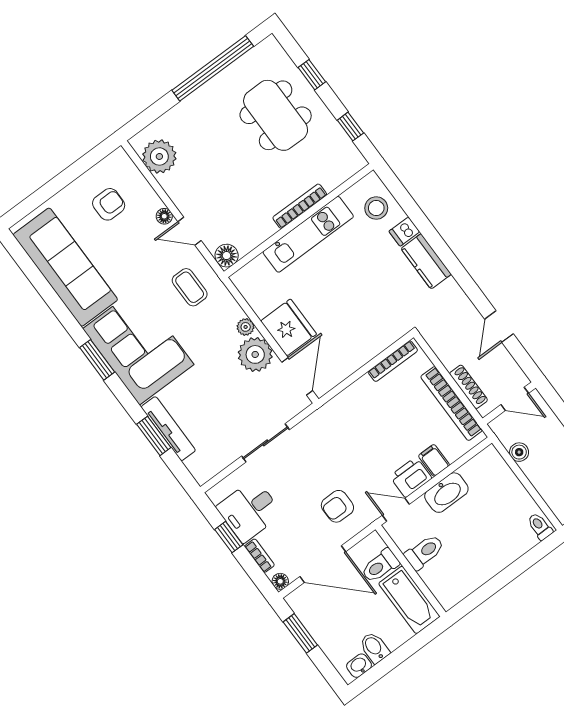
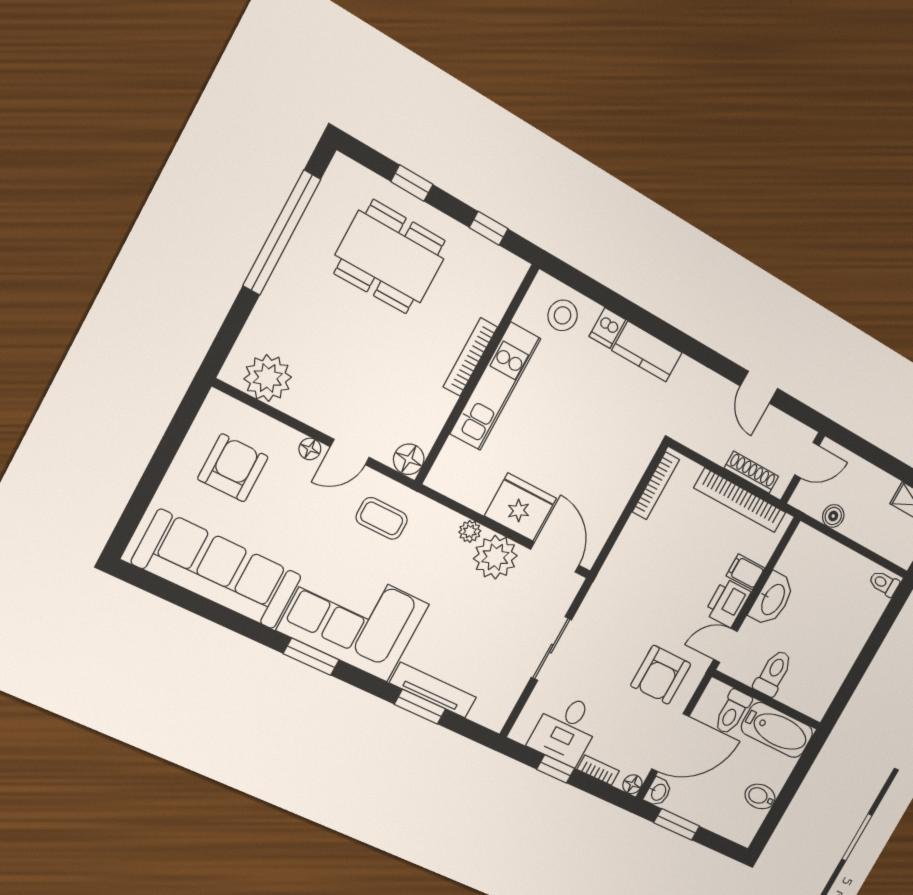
armchair: (109, 204) -> (233, 468), width x1.38, depth x1.38
armchair: (337, 506) -> (661, 675), width x1.38, depth x1.38
washbasin: (359, 666) -> (658, 792), moved, turned 180

